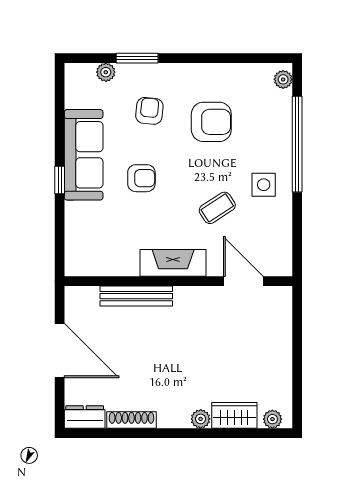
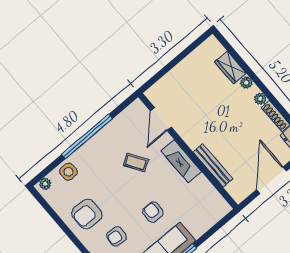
armchair: (211, 122) -> (87, 214), moved, turned -90
window: (297, 144) -> (87, 136), moved
side table: (264, 185) -> (68, 172), moved
plant: (272, 419) -> (260, 99), moved

